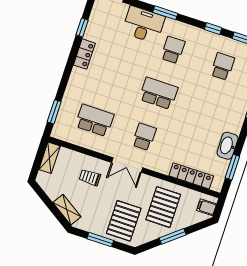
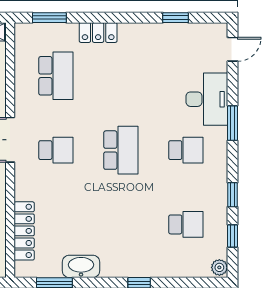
locker: (84, 54) -> (98, 33), moved

